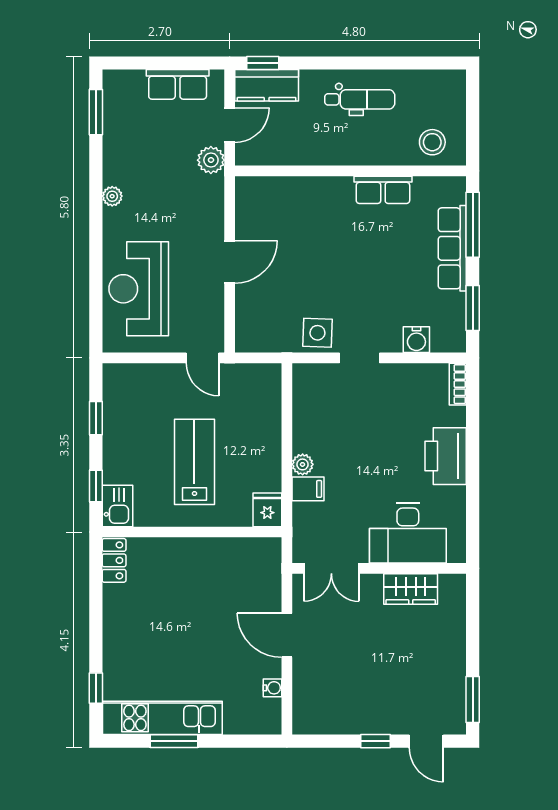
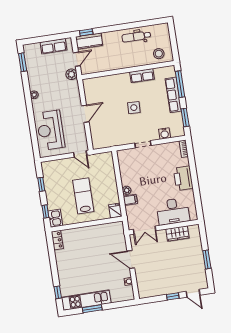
dental chair: (360, 99) -> (136, 37), moved, turned 180
side table: (317, 333) -> (134, 108), moved
window: (473, 699) -> (207, 259), moved

